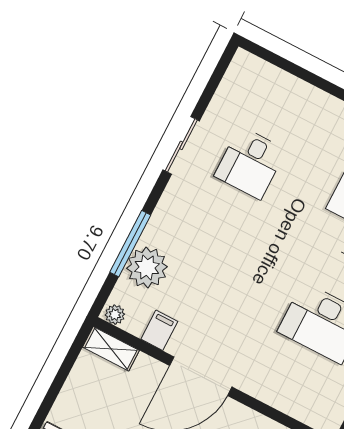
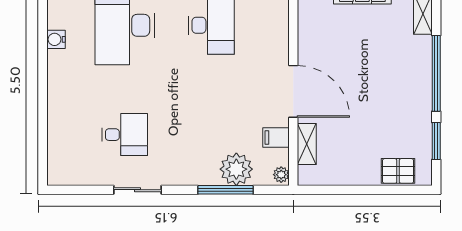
shelving: (111, 349) -> (307, 144), moved

